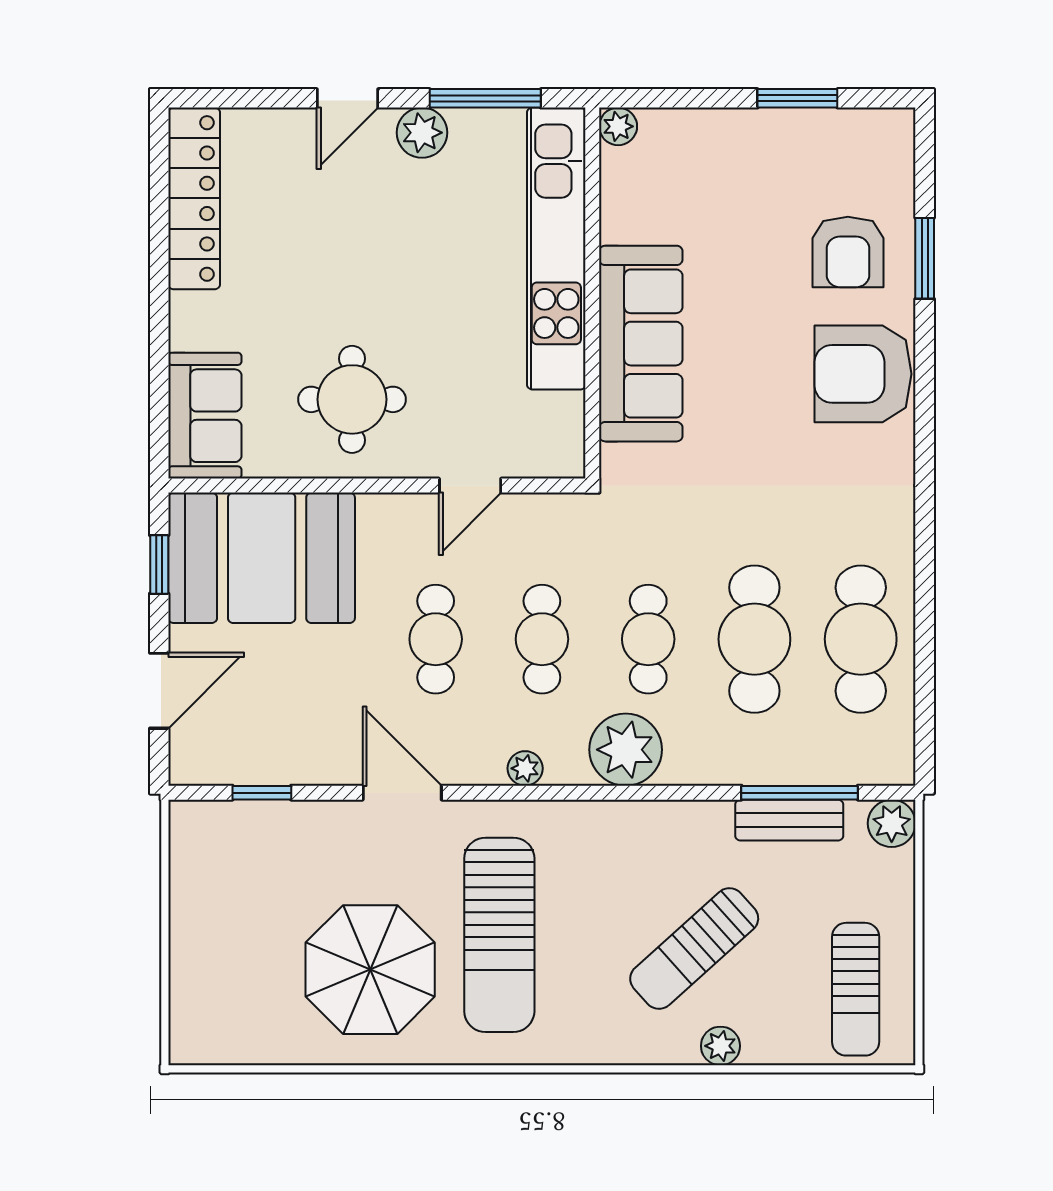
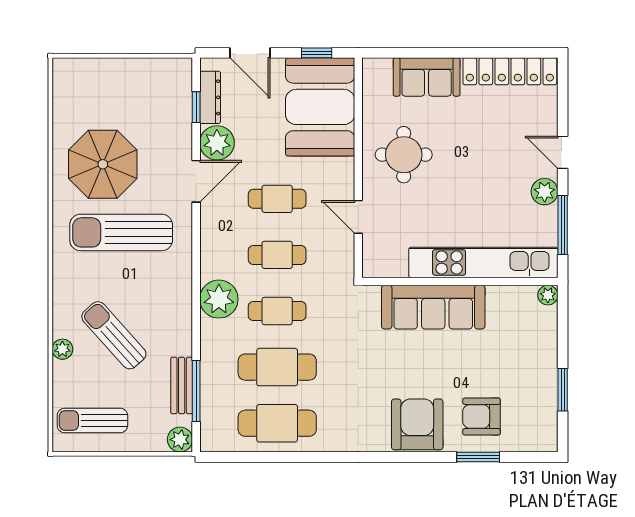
sofa: (205, 416) -> (427, 77), moved
dresser: (243, 766) -> (210, 97), added
plant: (525, 768) -> (217, 143), moved, width x1.88, depth x1.88

